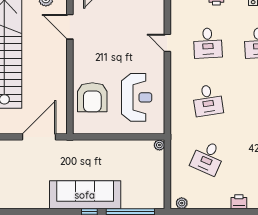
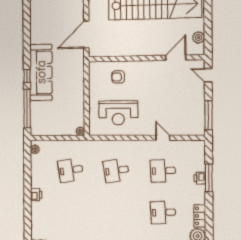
door: (167, 43) -> (163, 138), hinge flipped
armchair: (92, 97) -> (118, 77), width x0.53, depth x0.53
door: (39, 137) -> (86, 35), swing flipped
desk: (208, 158) -> (71, 170), turned -33

